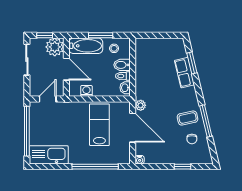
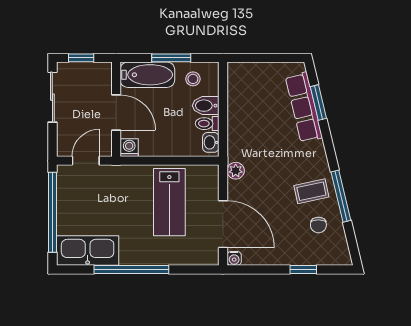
plant: (55, 47) -> (97, 77), removed
row of seats: (184, 73) -> (304, 107), width x1.48
washing machine: (86, 91) -> (129, 148), moved
lab bench: (99, 125) -> (169, 202), turned 180
door: (133, 128) -> (223, 224), moved
window: (95, 167) -> (131, 270), moved

